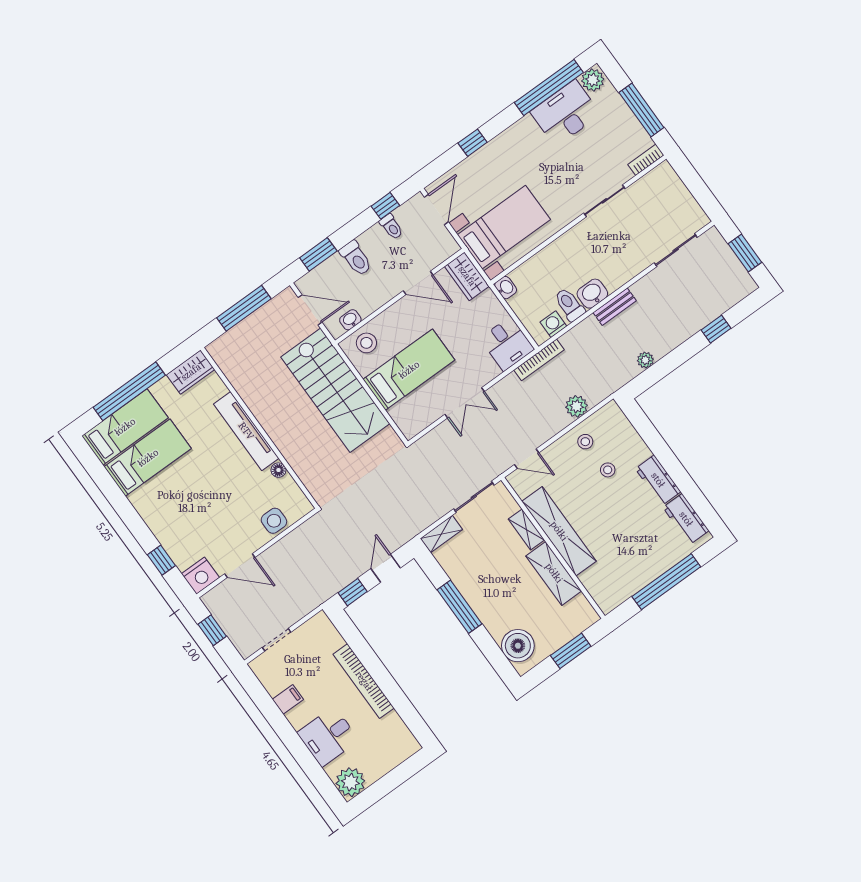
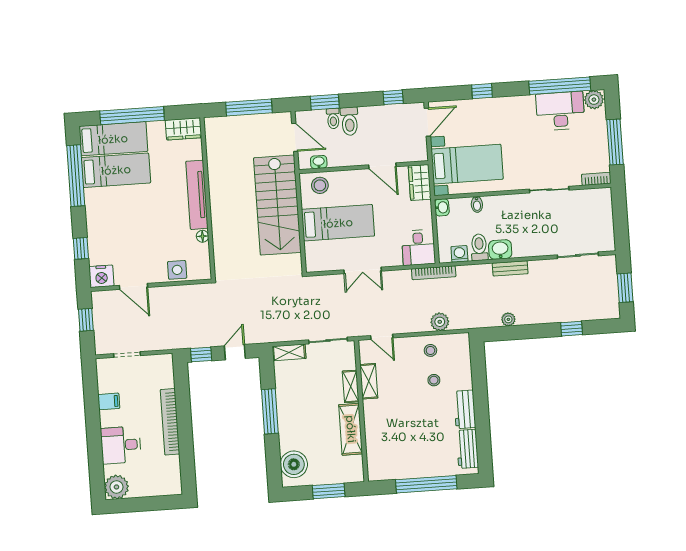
toilet: (391, 227) -> (333, 119), moved
bidet: (540, 262) -> (477, 204), added
window: (110, 489) -> (76, 176), added
shelving: (559, 531) -> (369, 381), width x0.45, depth x0.75

